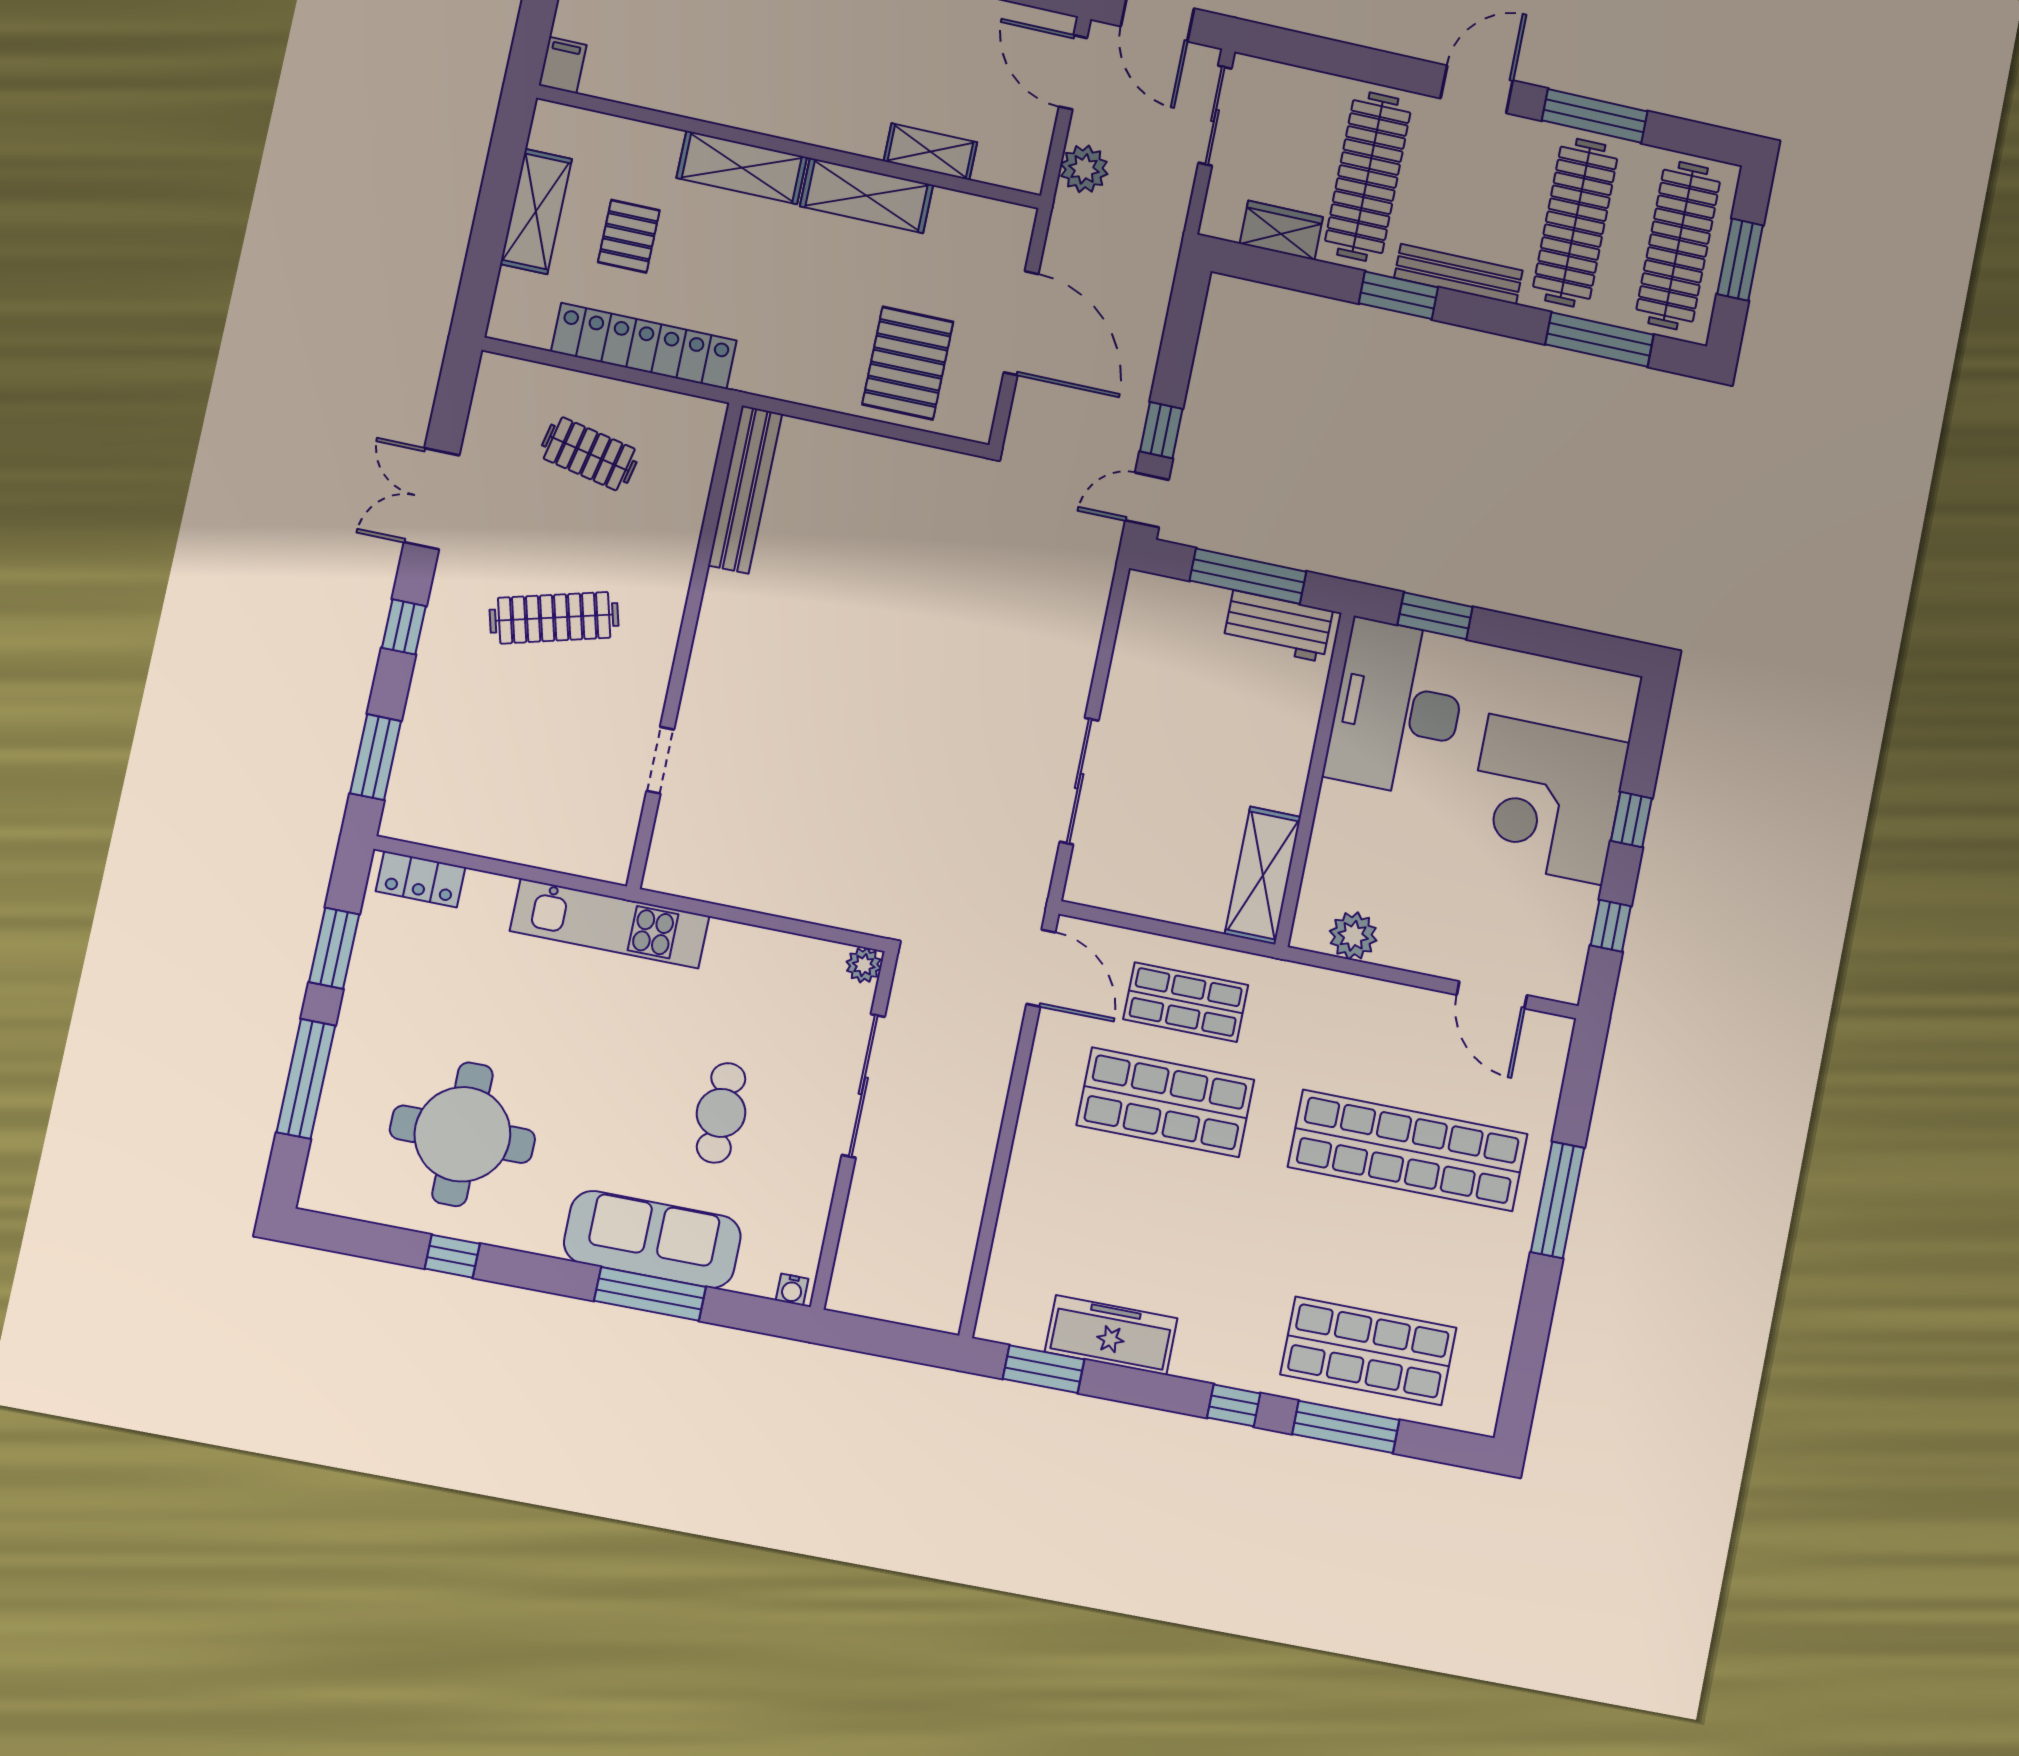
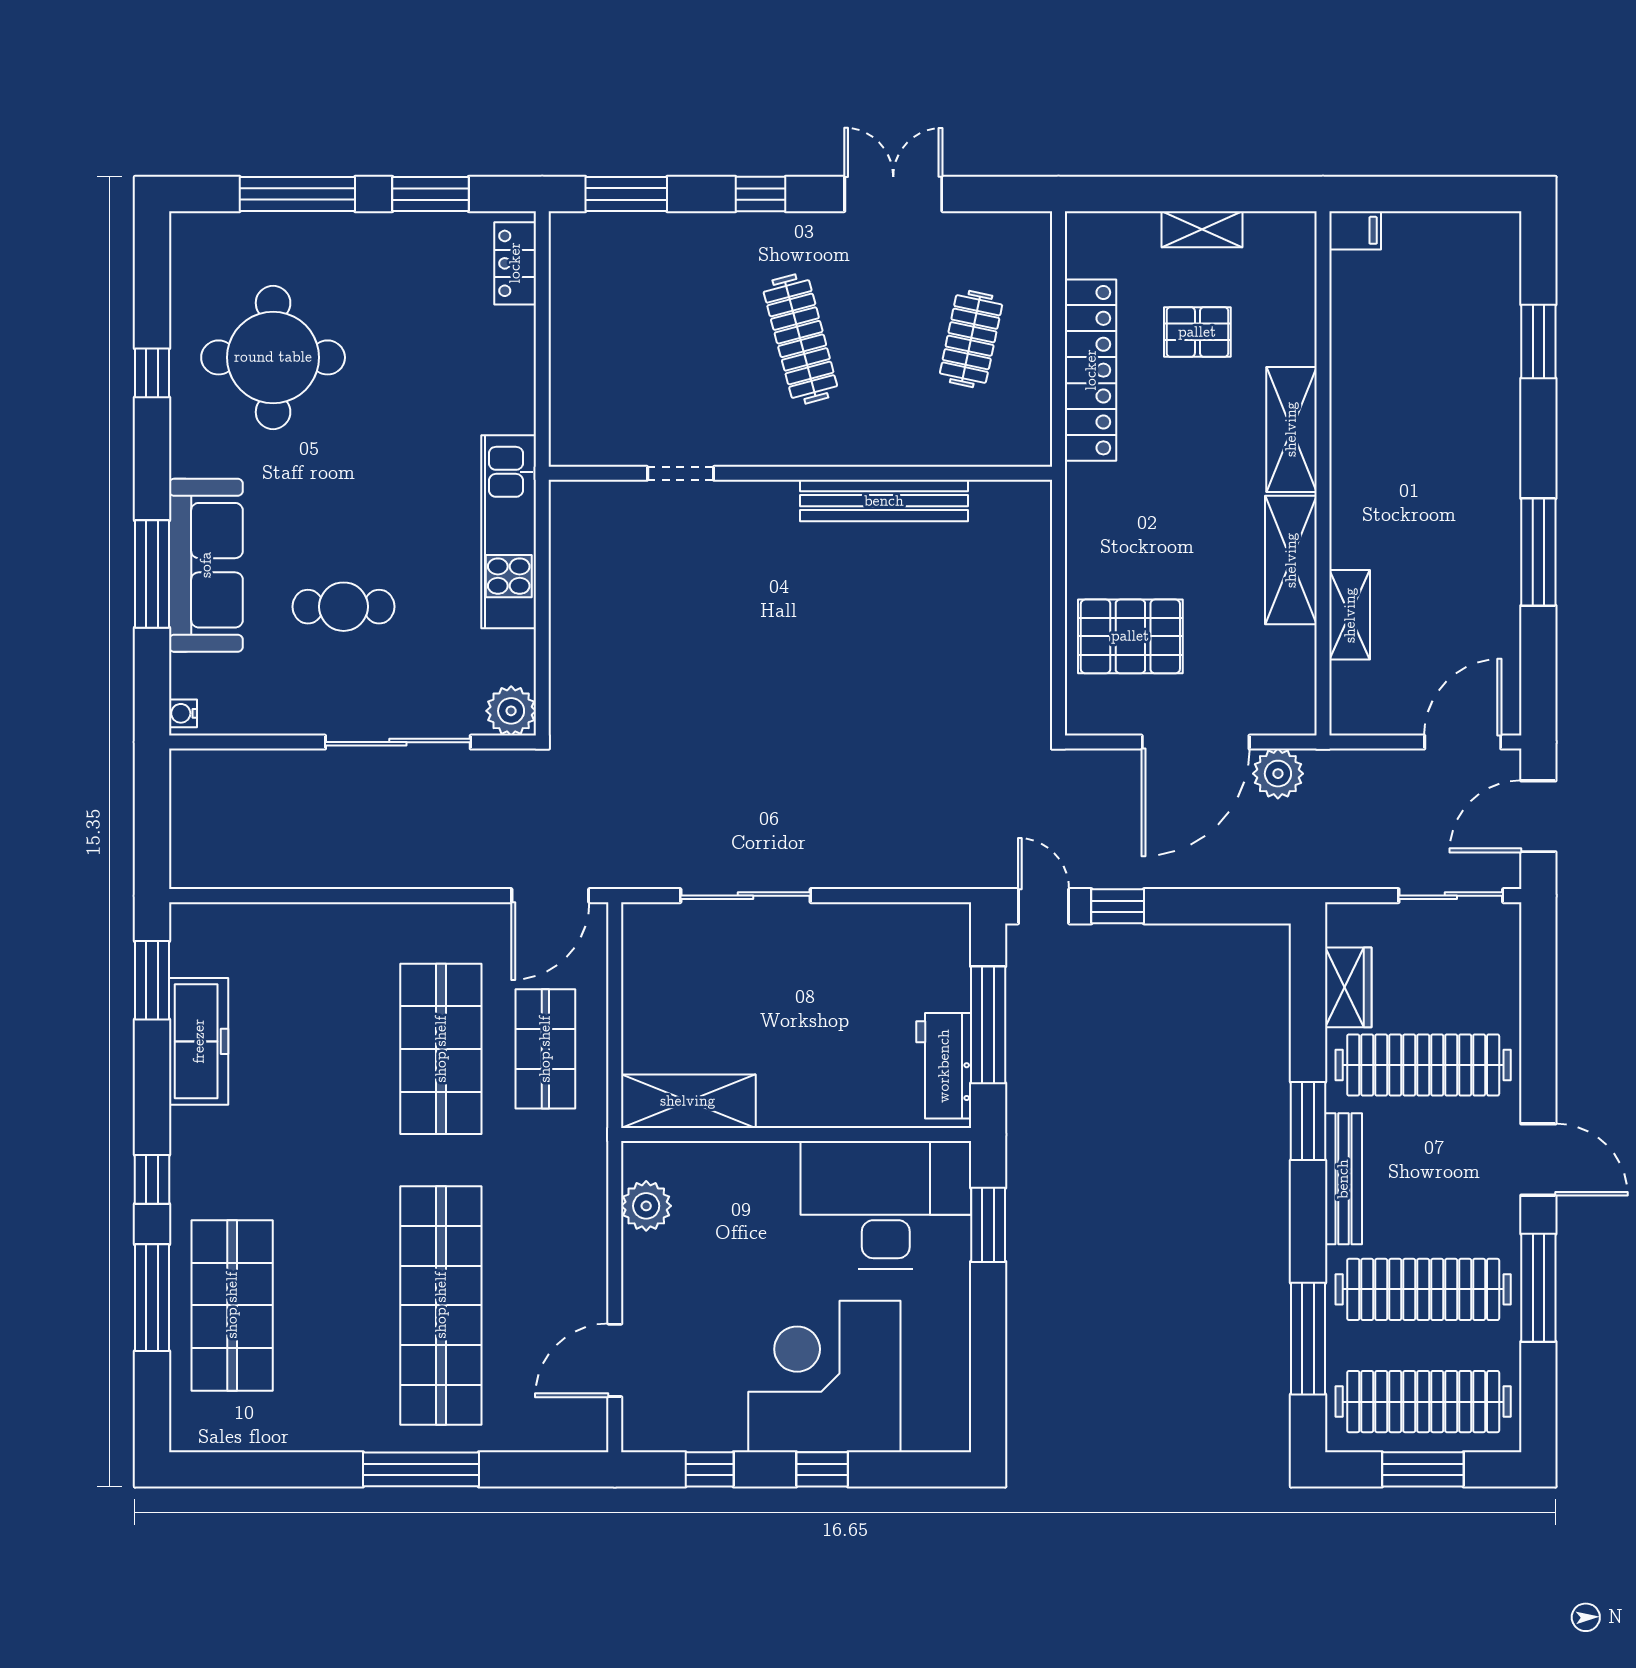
plant: (1084, 169) -> (1278, 774), moved
shelving: (536, 211) -> (1202, 229), width x0.67, depth x0.75
bench: (745, 490) -> (884, 501), moved
kitchen unit: (610, 924) -> (509, 532), moved
plant: (864, 965) -> (511, 711), width x1.38, depth x1.38

